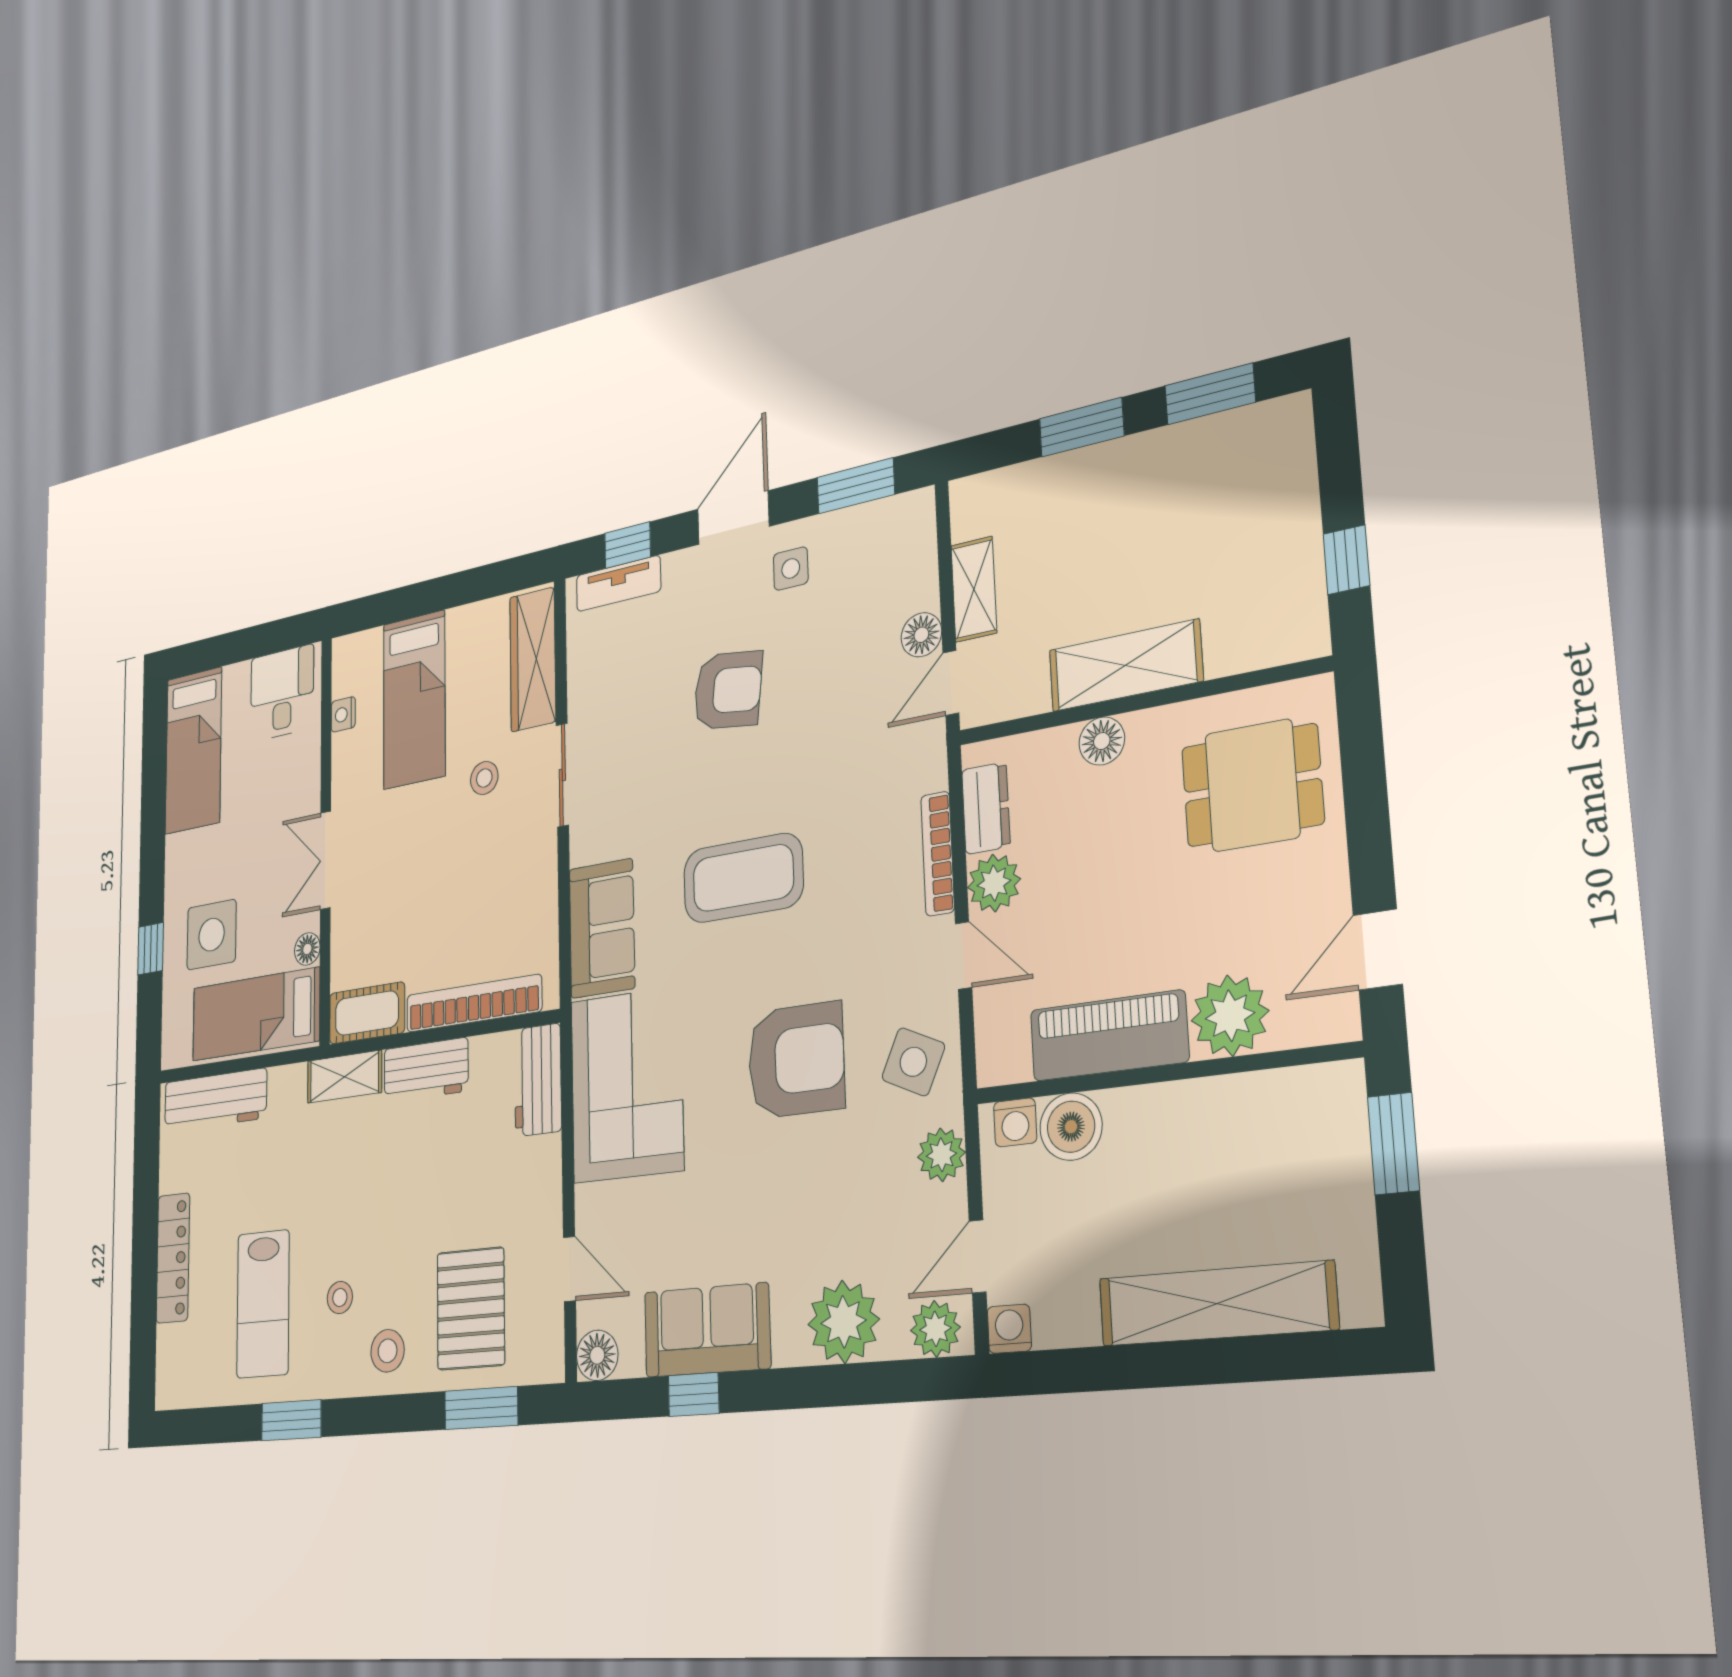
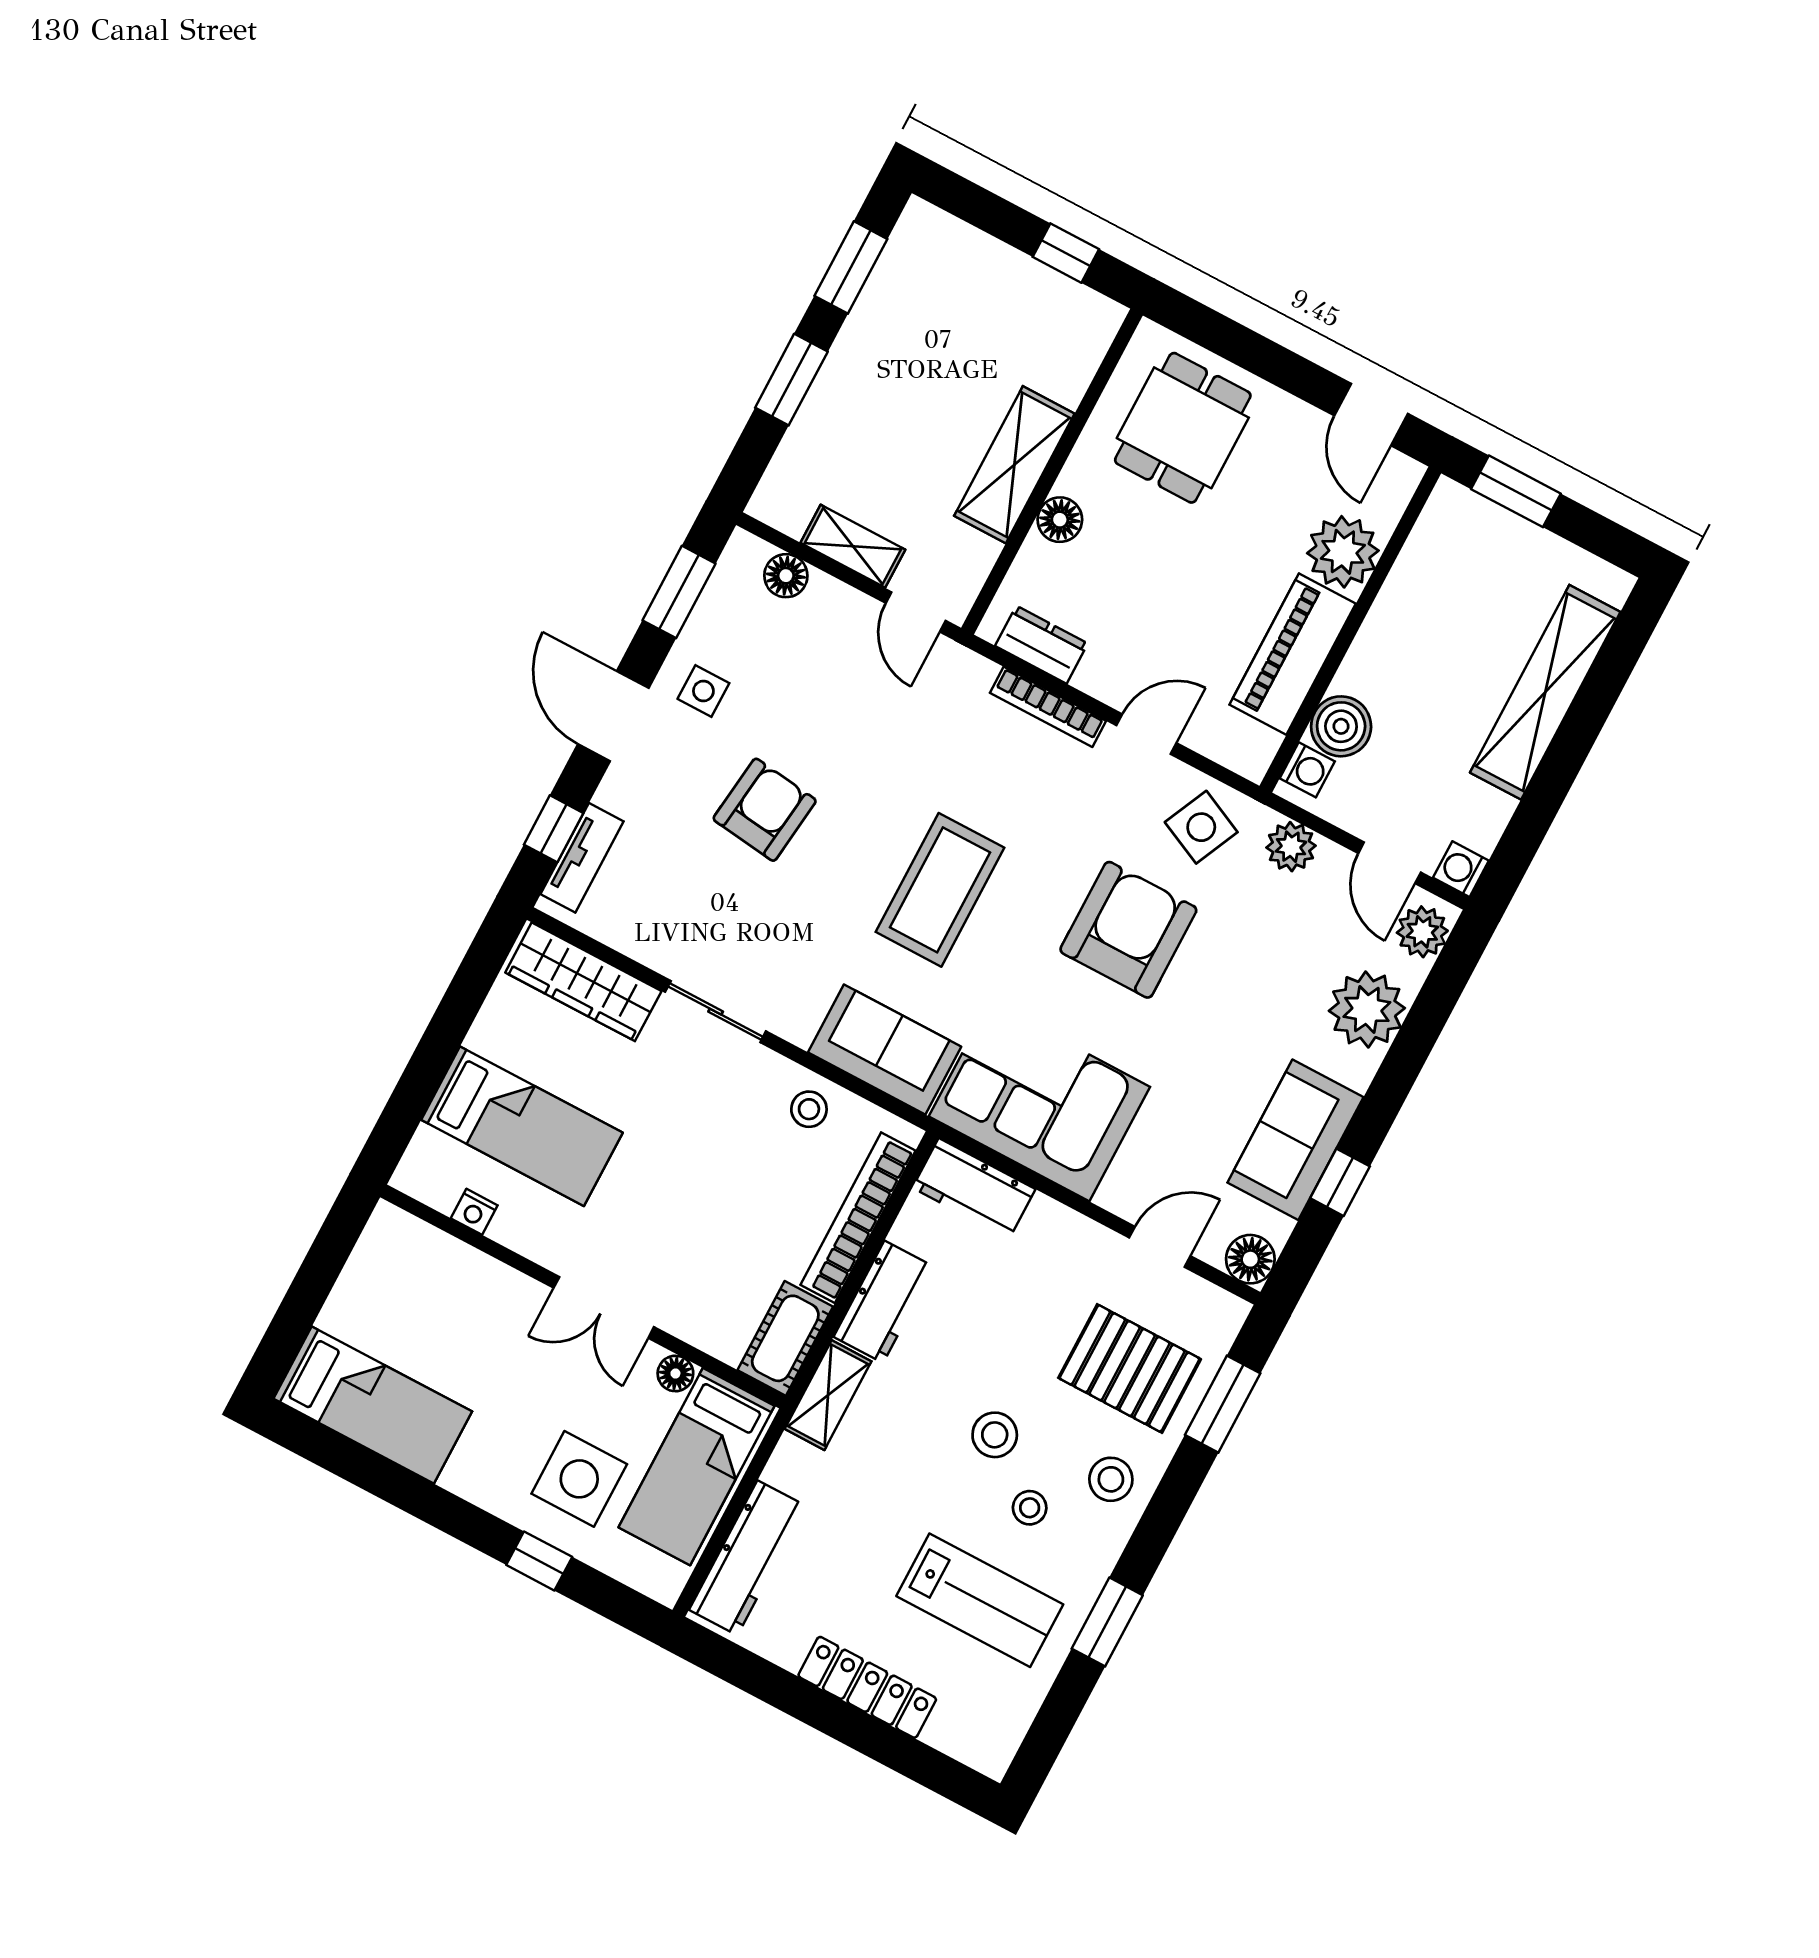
floor lamp: (921, 635) -> (786, 576), moved
desk: (282, 693) -> (397, 1270), removed
stool: (484, 778) -> (809, 1109), moved
plant: (994, 883) -> (1107, 674), removed
stool: (376, 1231) -> (995, 1435), added

